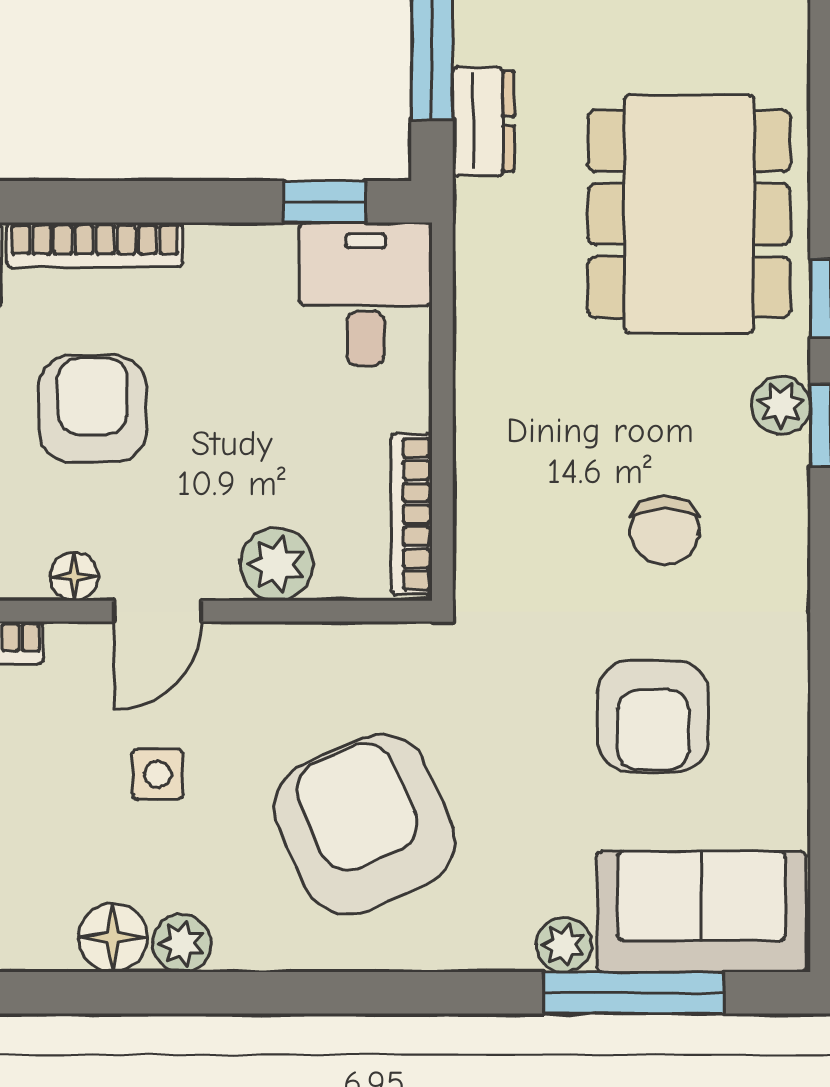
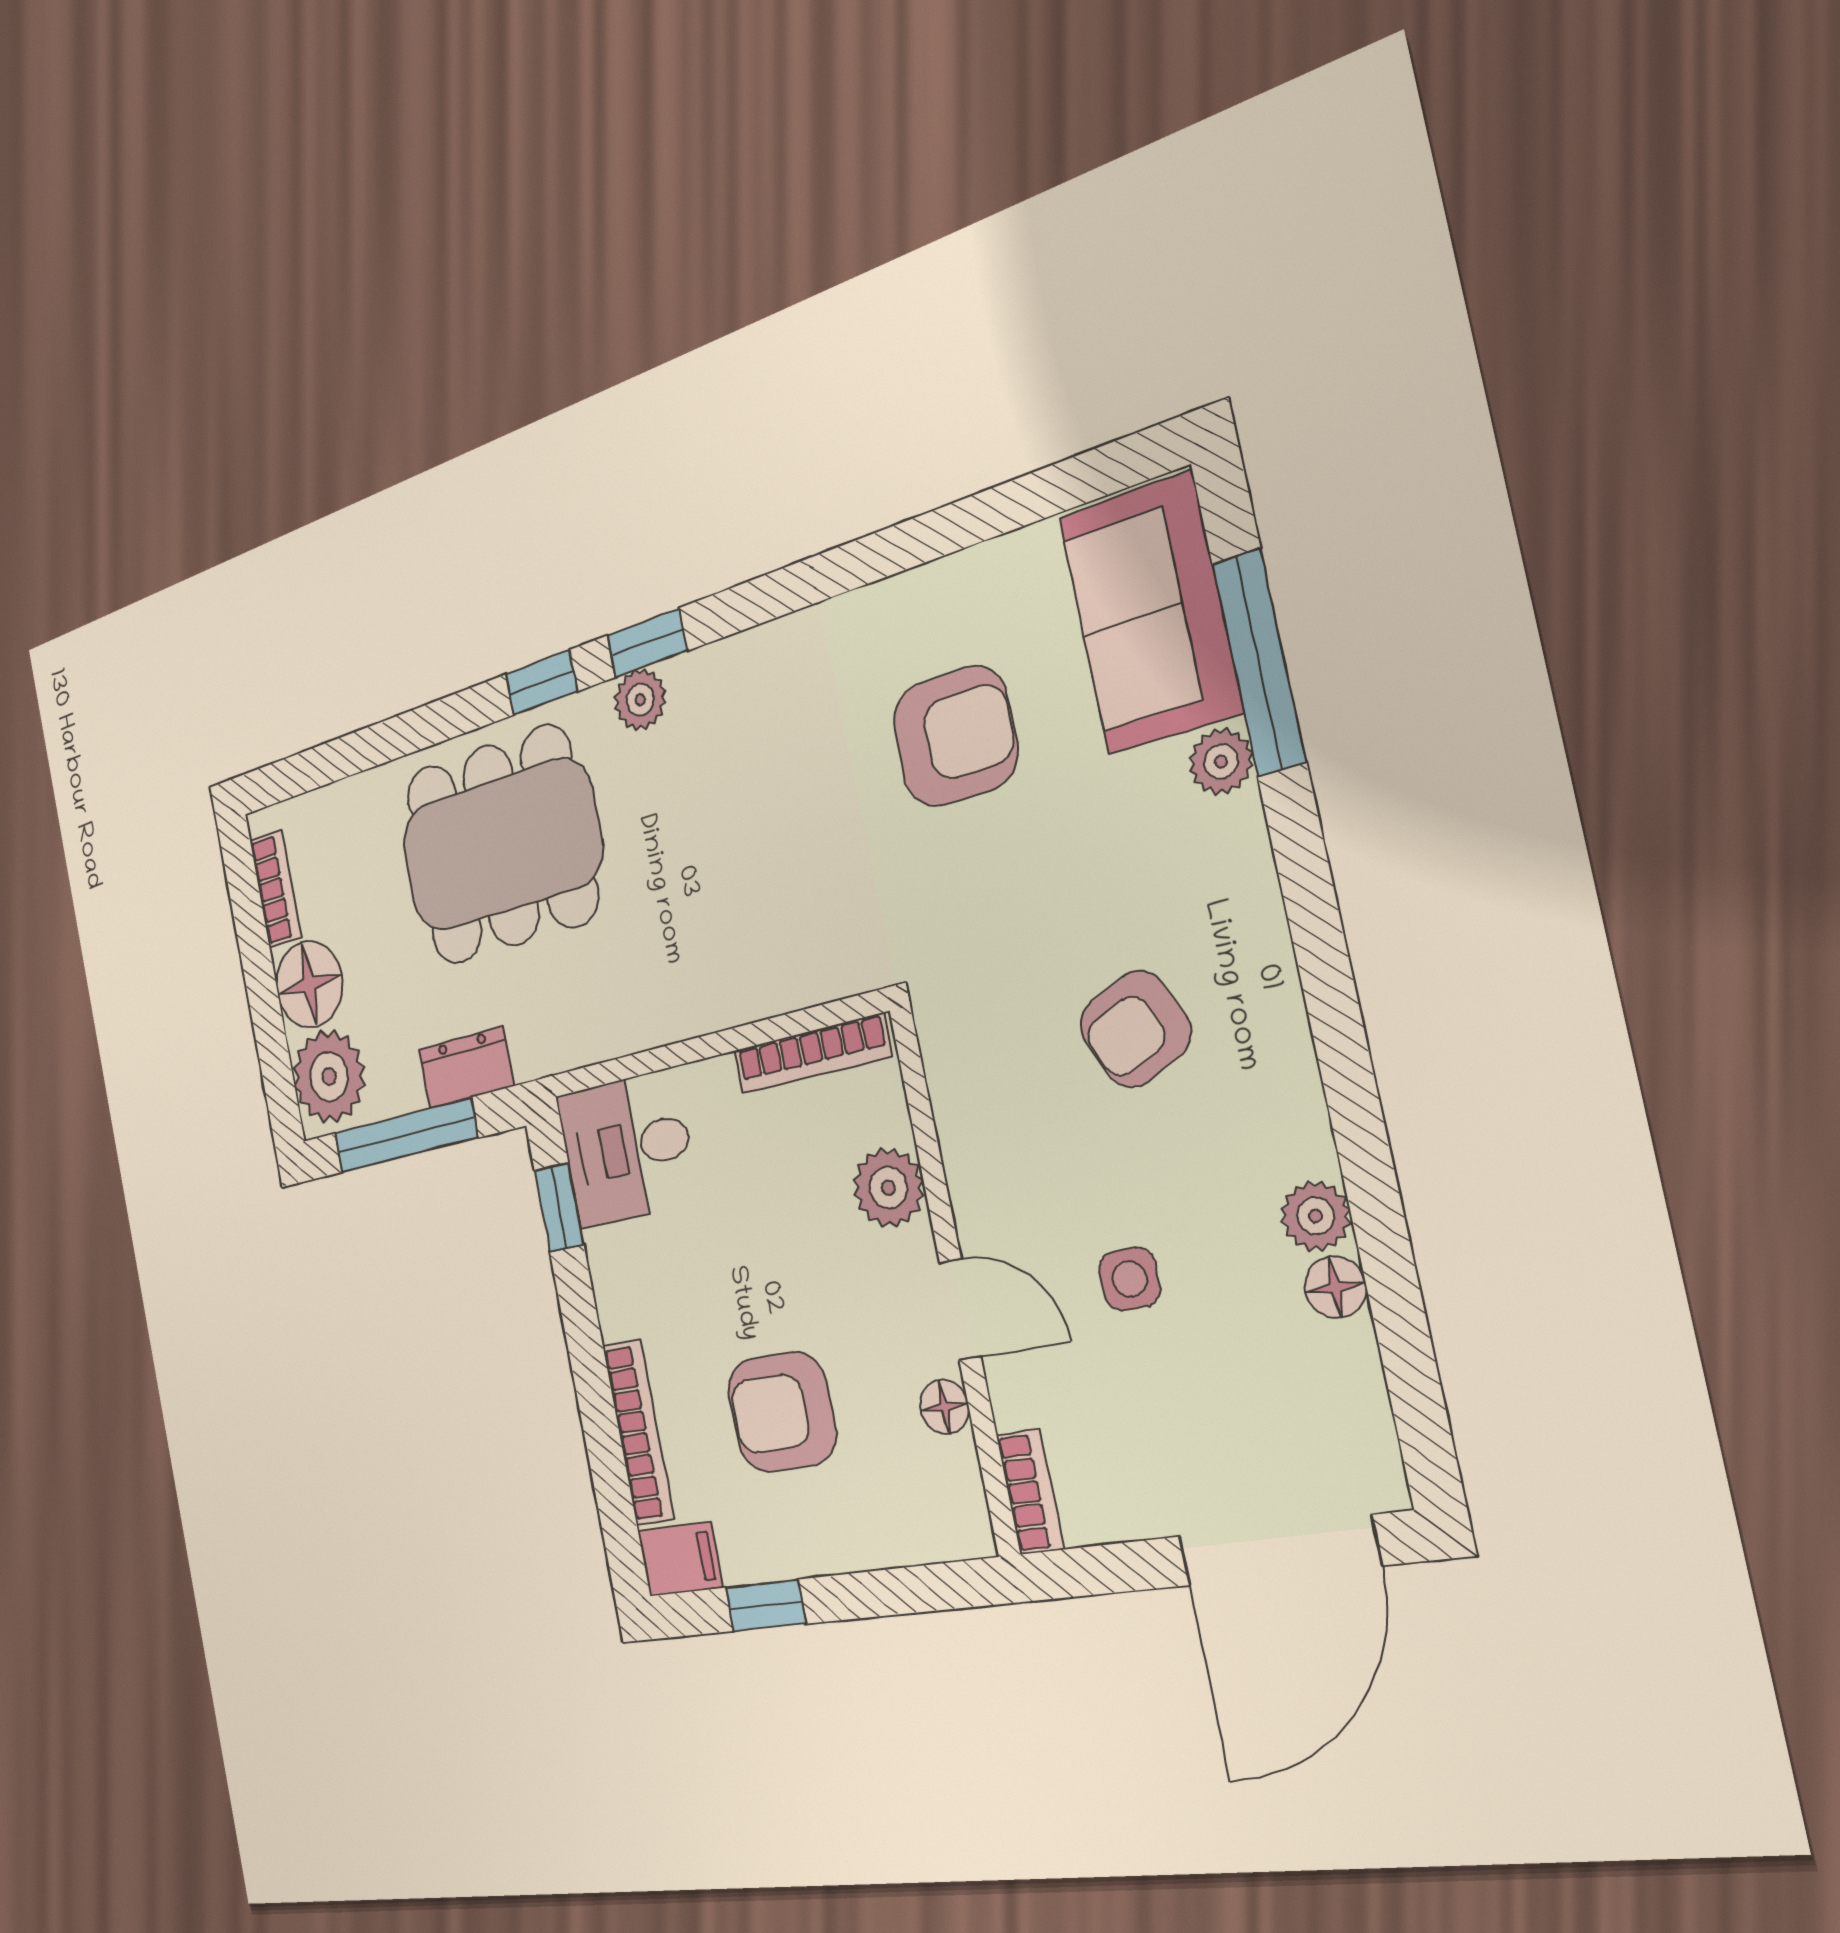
chair: (665, 530) -> (774, 782), removed
armchair: (365, 825) -> (1135, 1029), width x0.53, depth x0.53
floor lamp: (113, 938) -> (1335, 1287), width x0.73, depth x0.73

